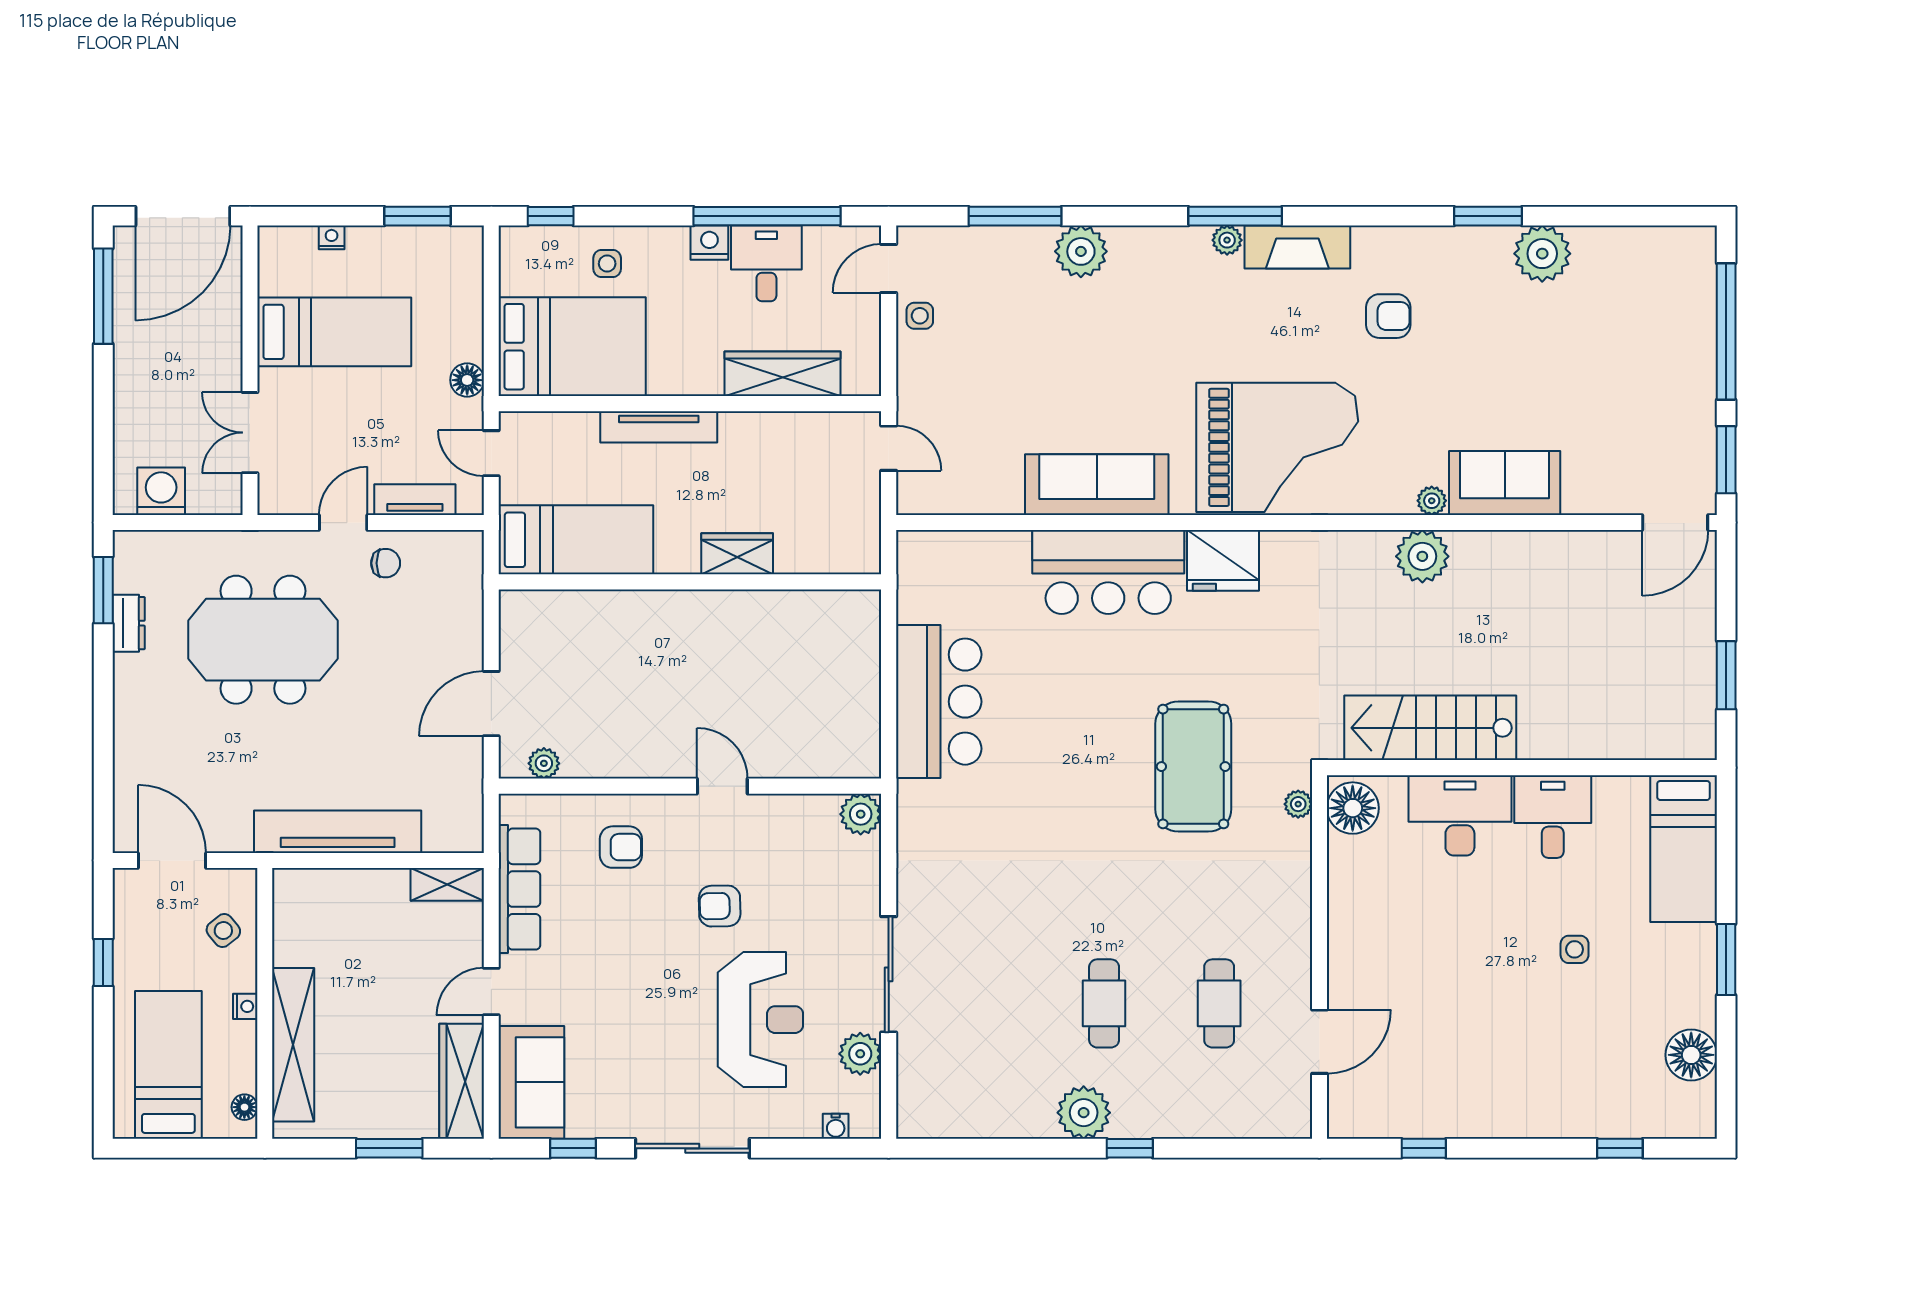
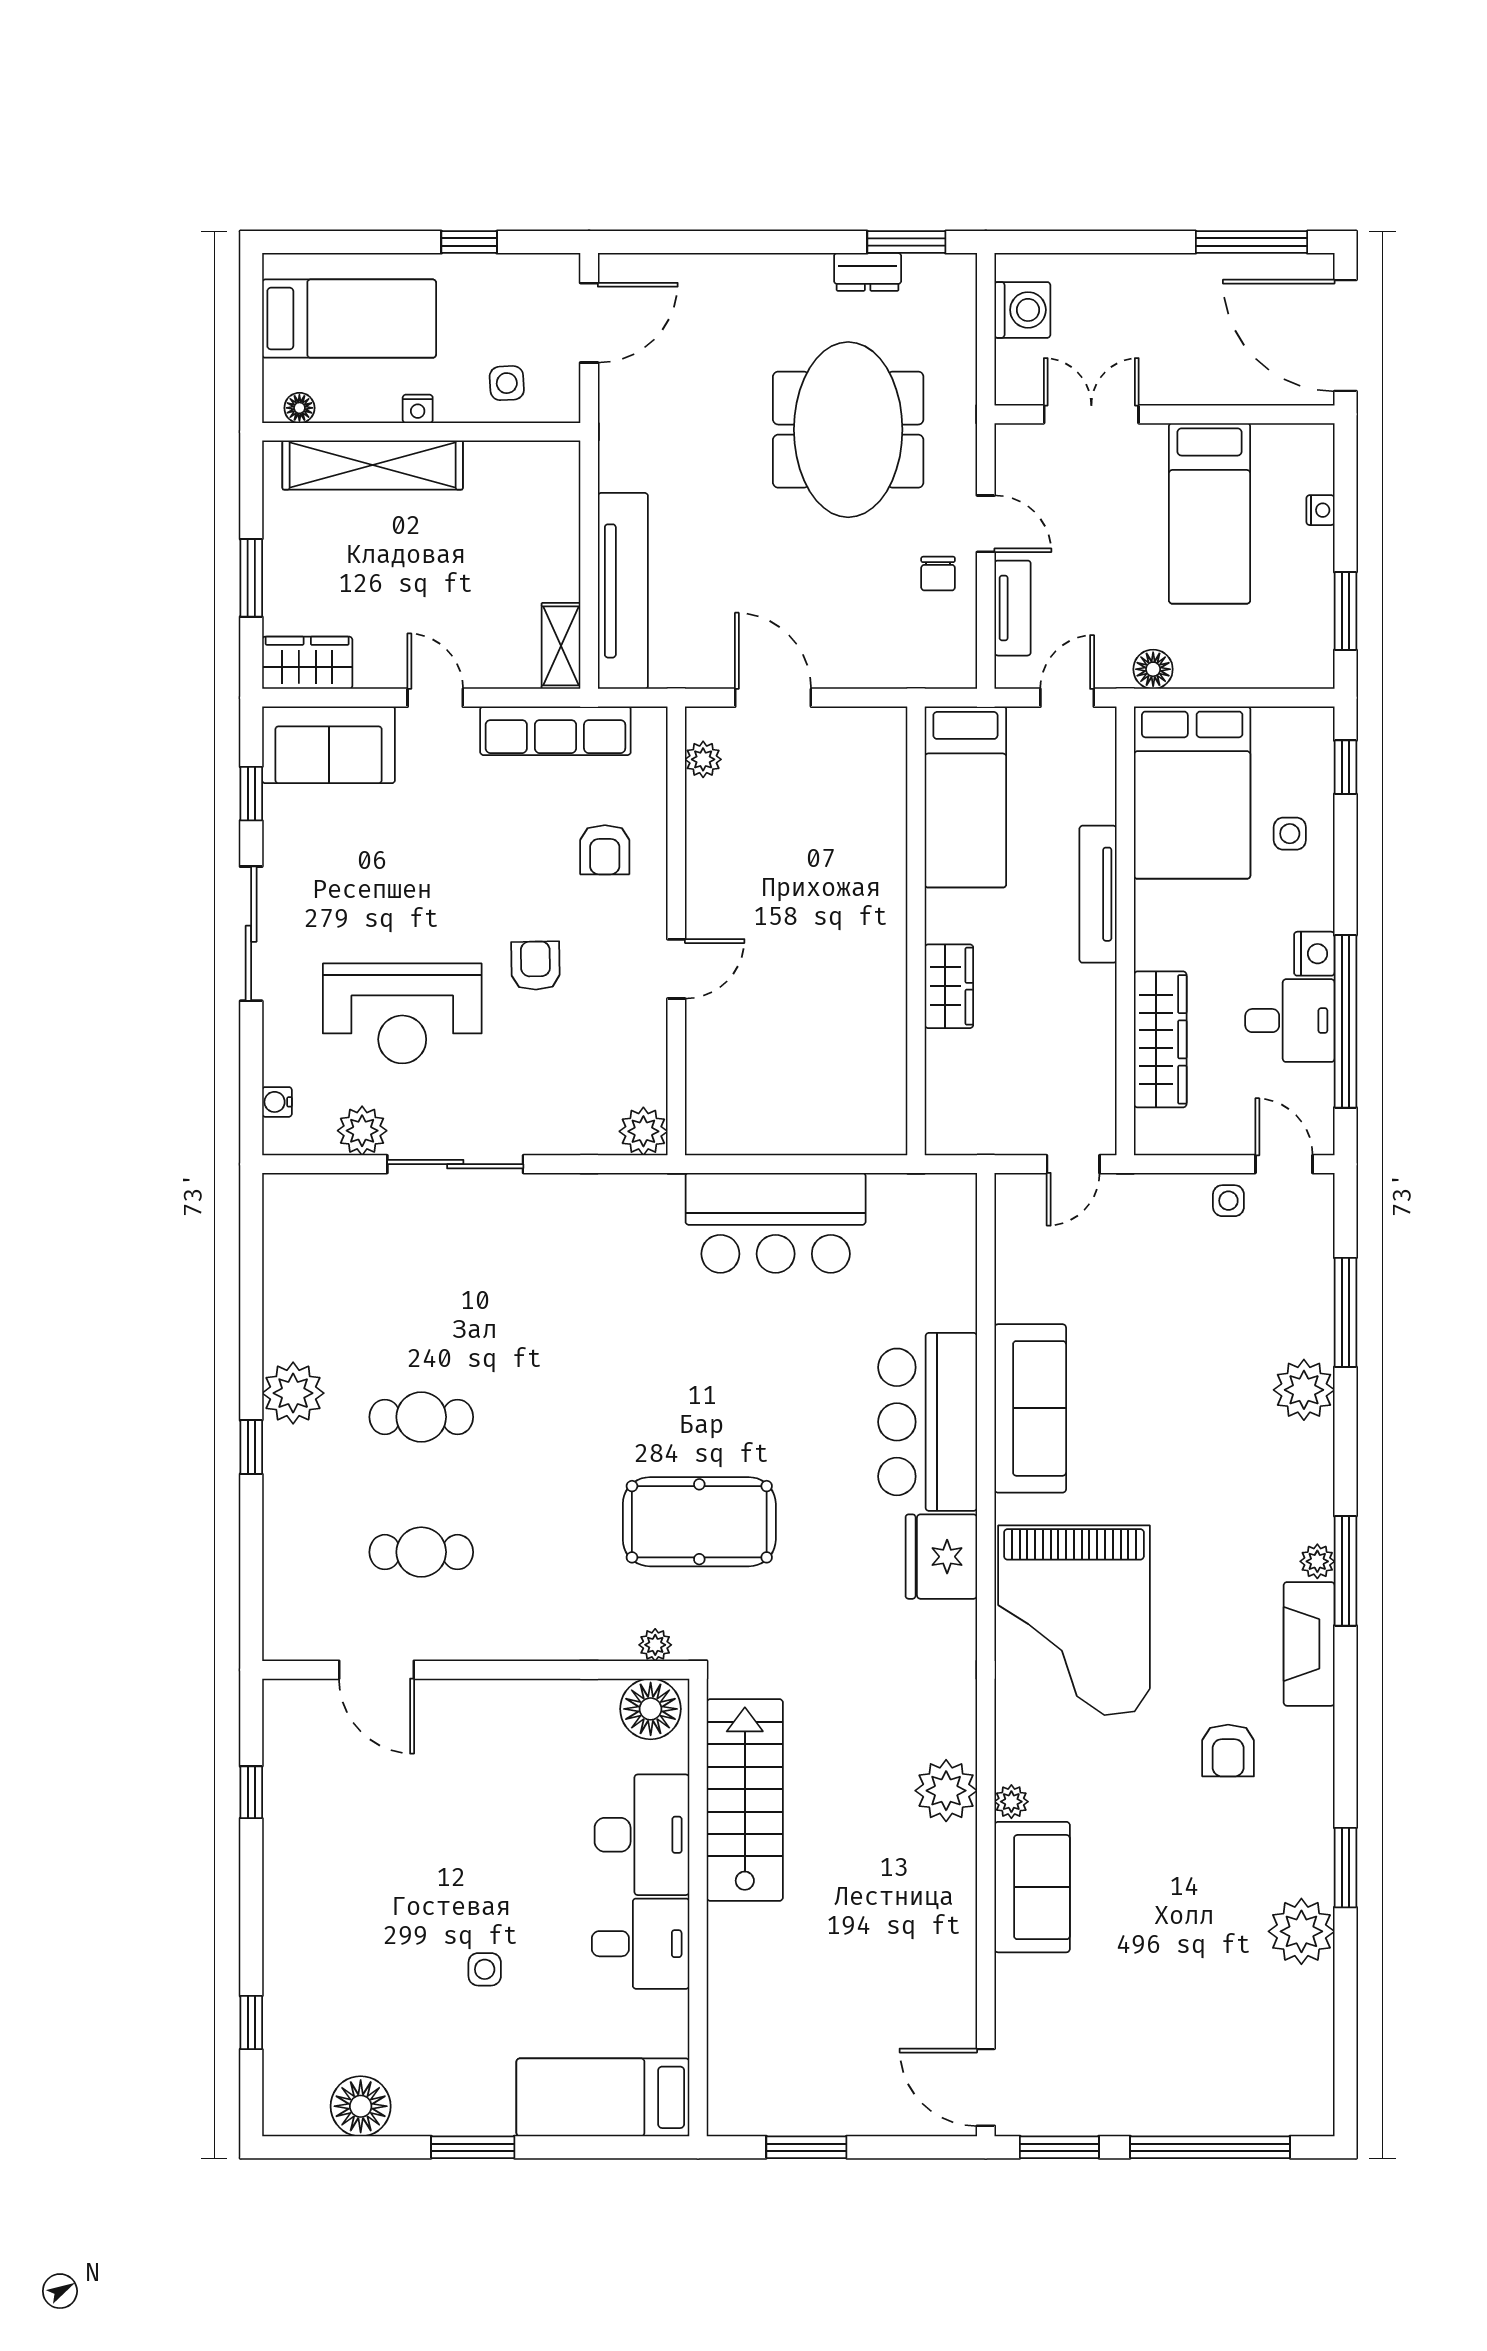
tv unit: (338, 832) -> (623, 591), moved
side table: (223, 931) -> (507, 383), turned 36
wardrobe: (462, 1081) -> (307, 663), width x0.67

